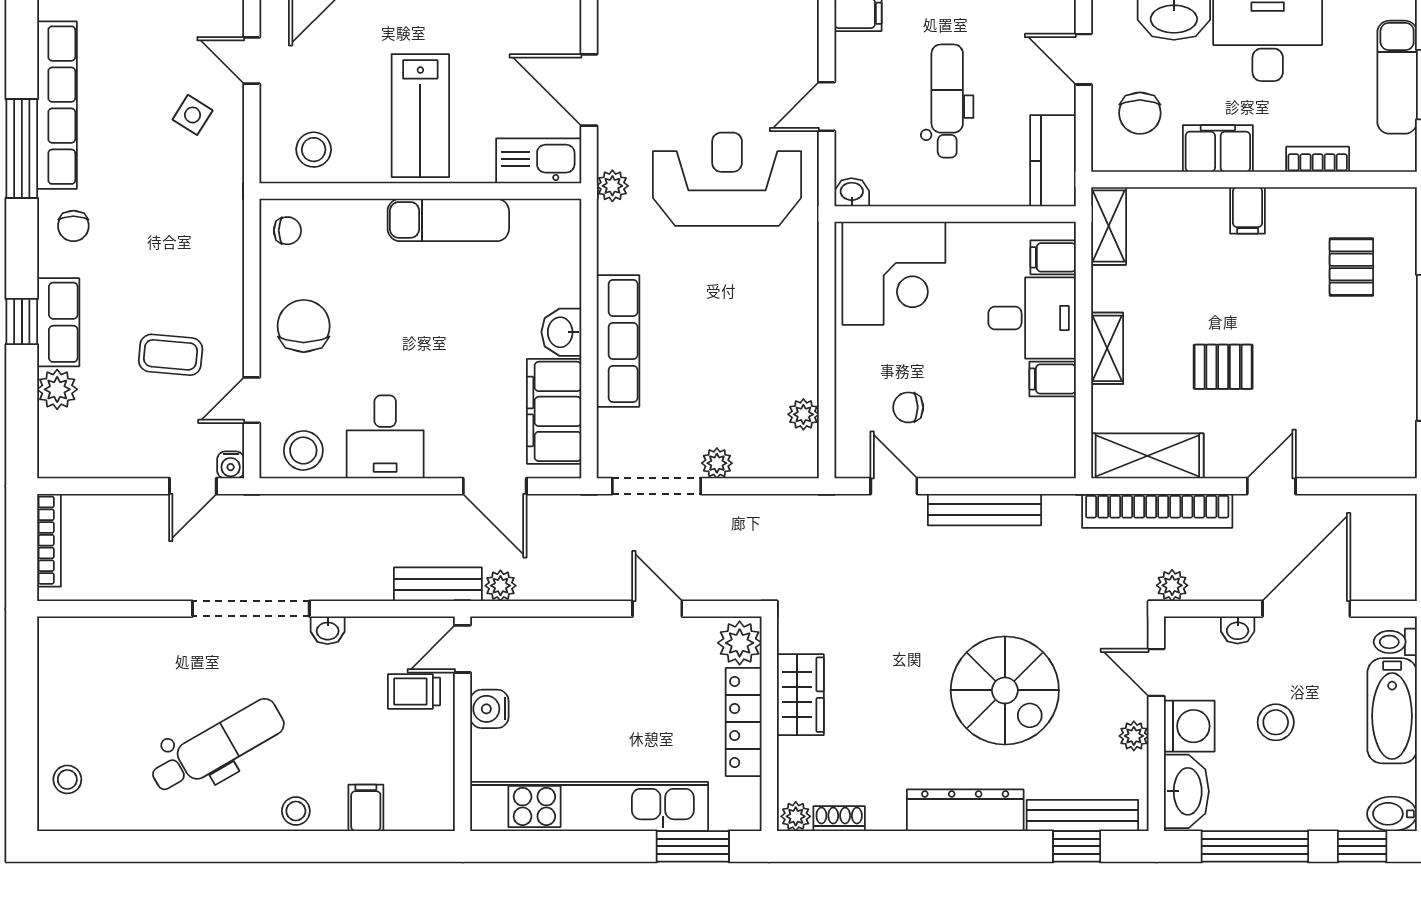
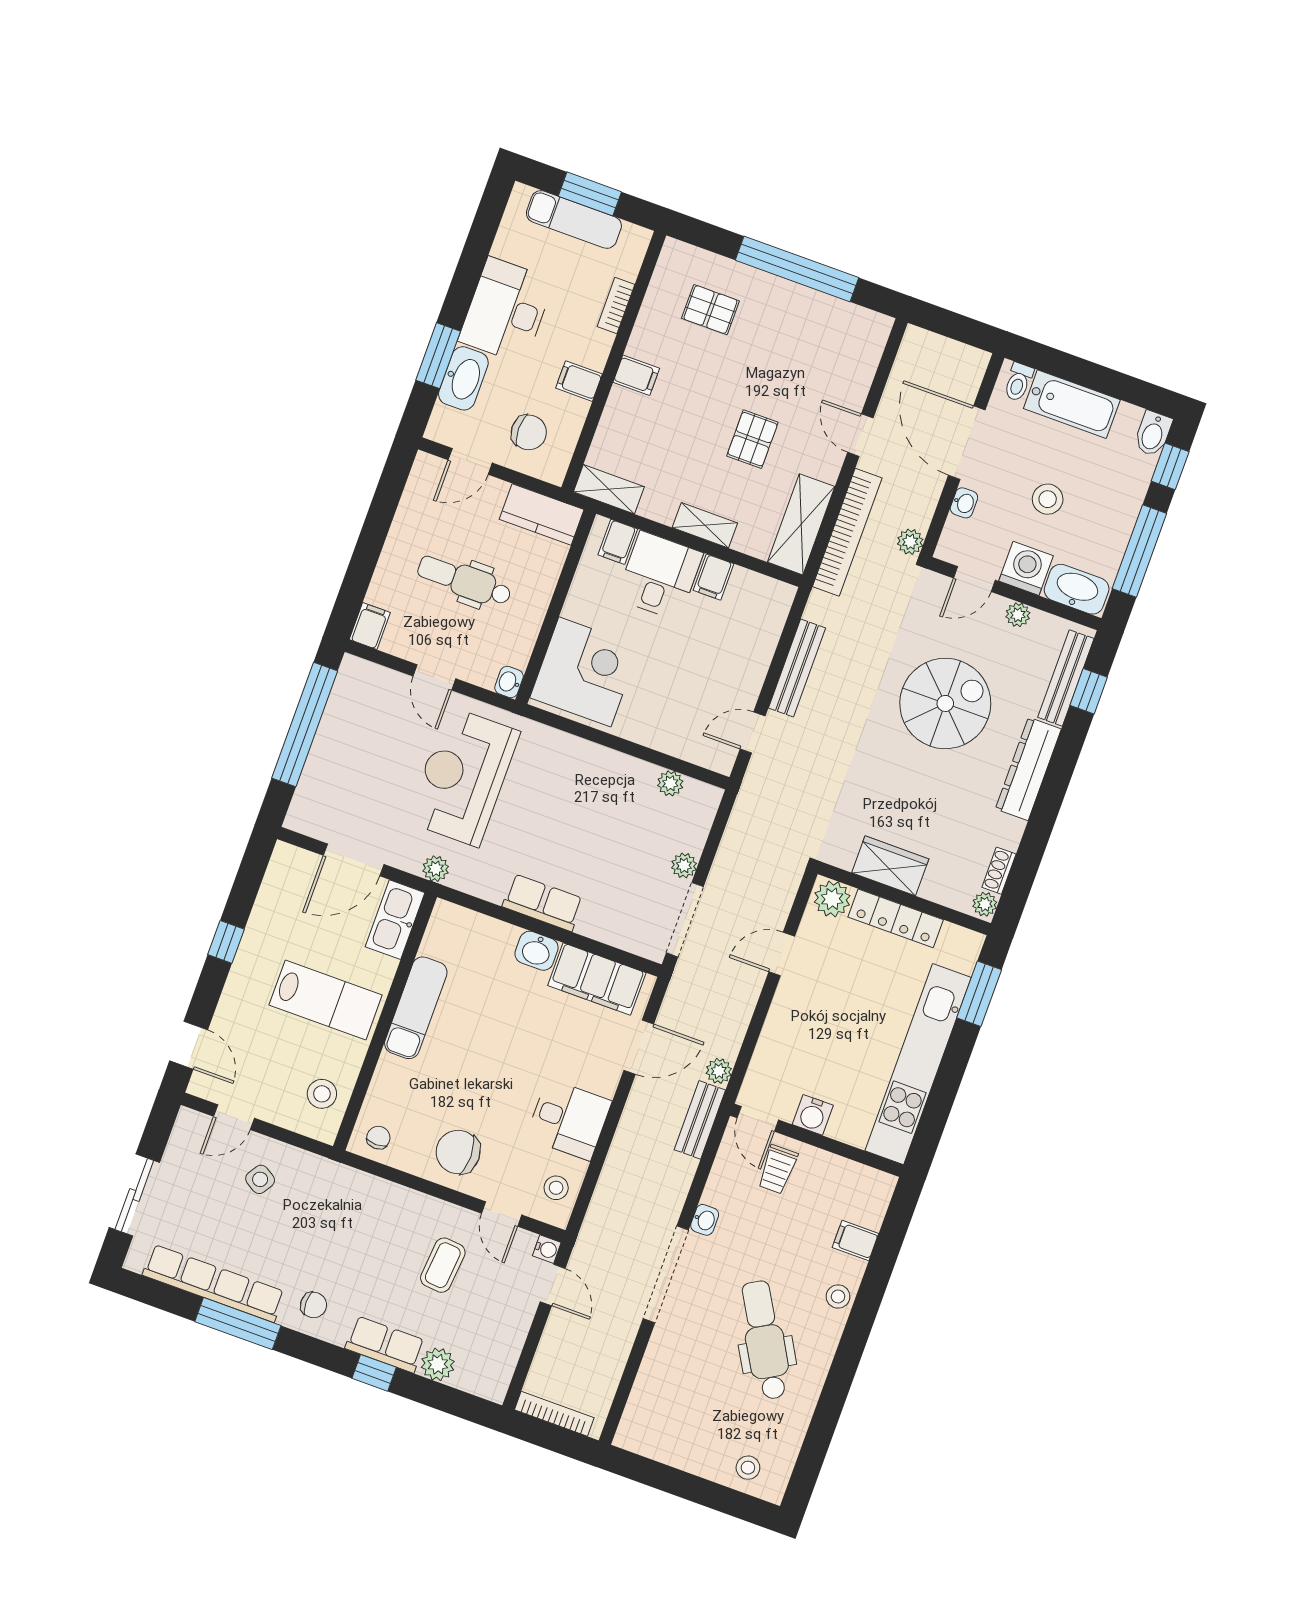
filing cabinet: (1218, 148) -> (579, 381), width x0.50
row of seats: (618, 341) -> (543, 903), width x0.68
chair: (908, 407) -> (695, 699), removed
stool: (303, 450) -> (556, 1188), width x0.73, depth x0.73

